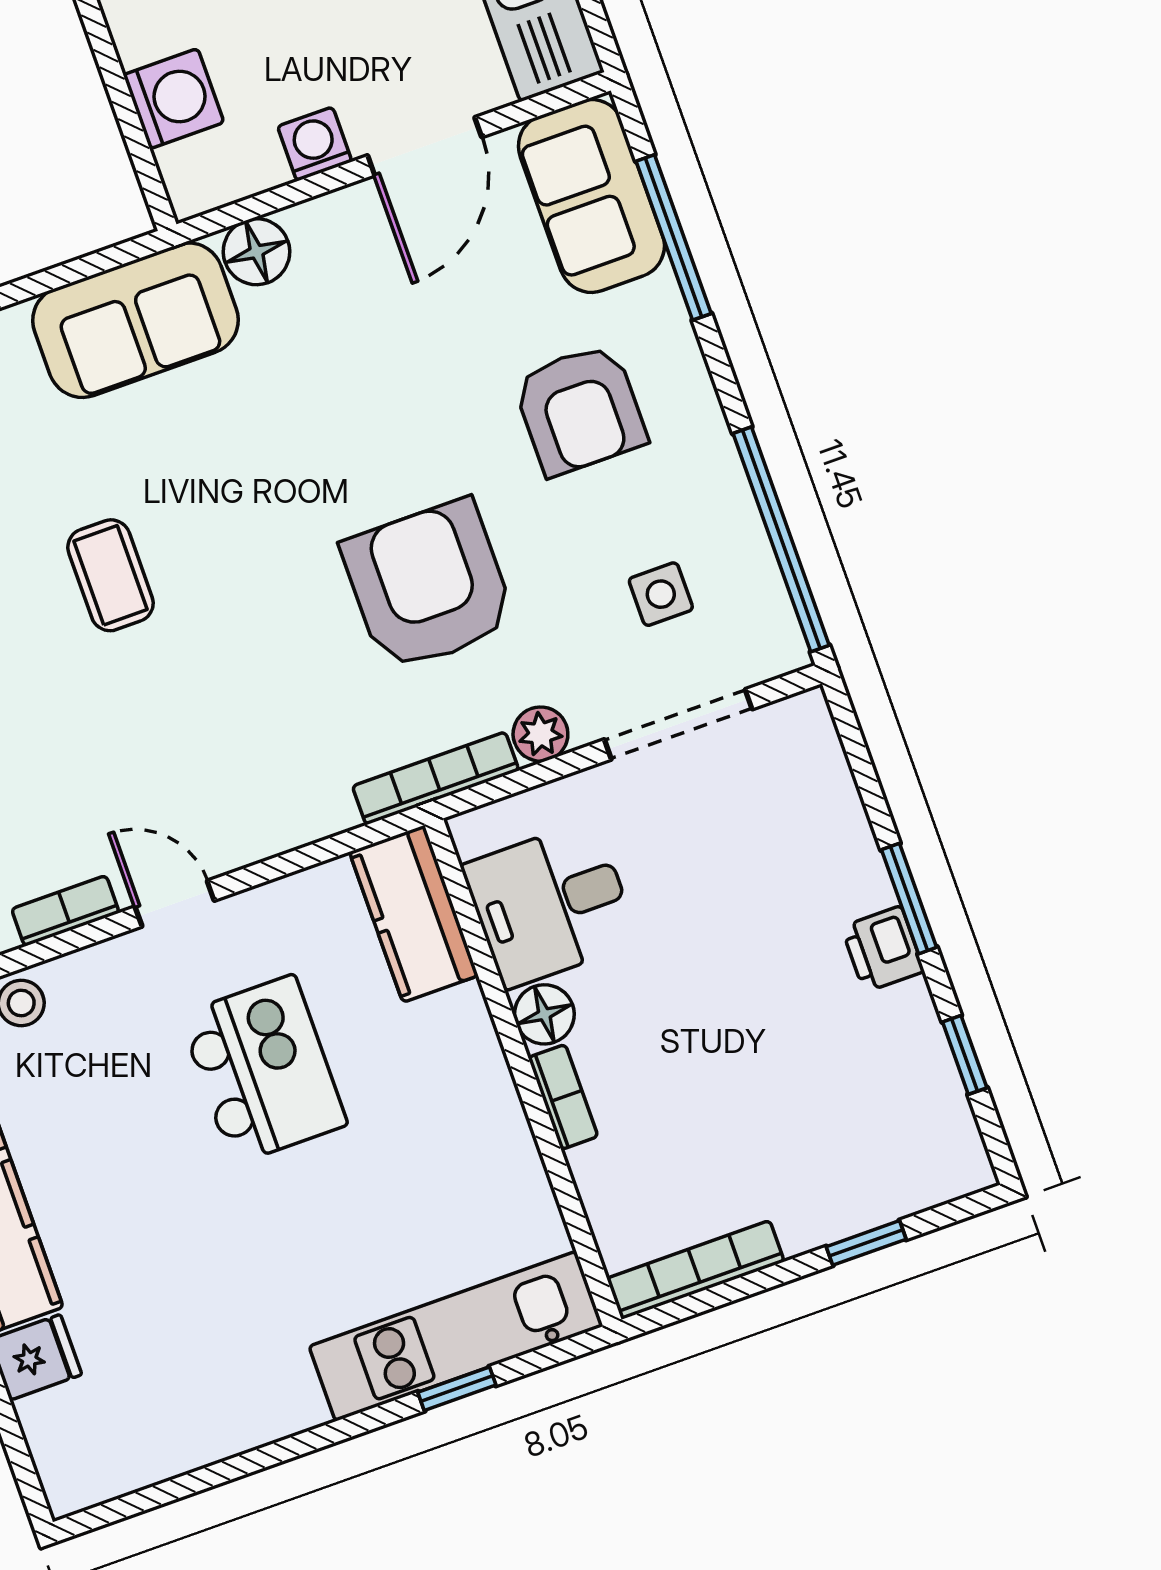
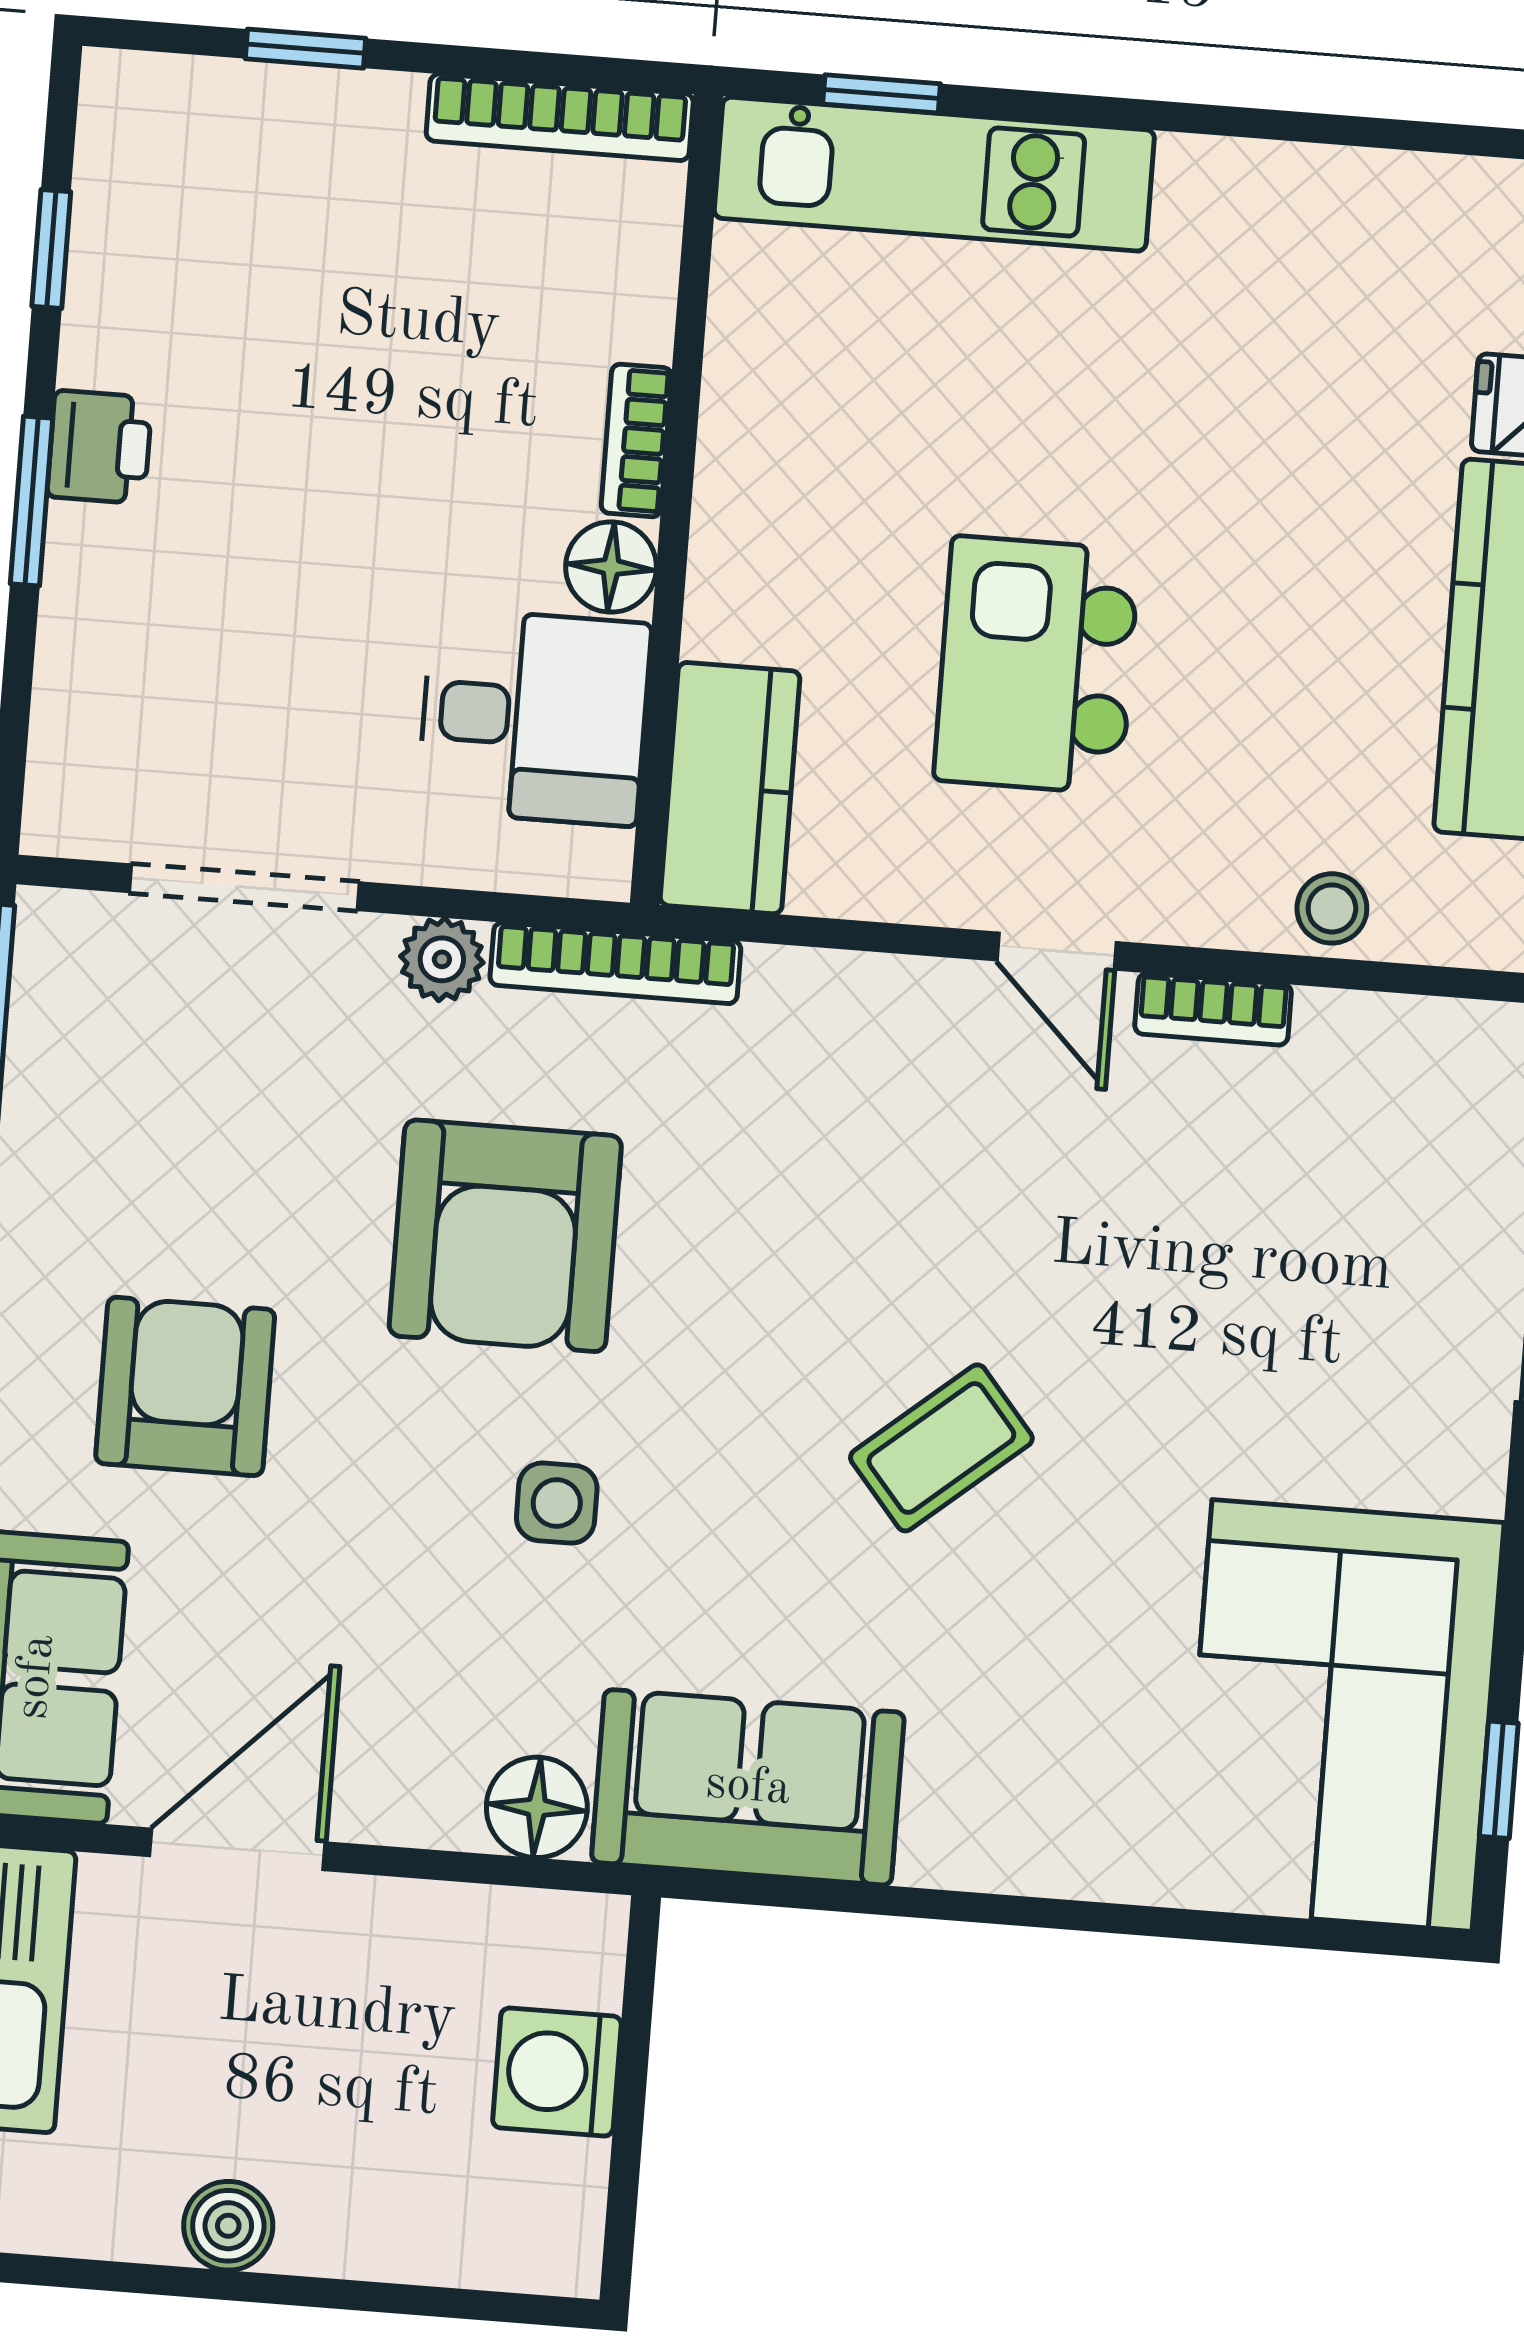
washing machine: (315, 144) -> (389, 1921), removed
coffee table: (111, 575) -> (941, 1448), turned 50
side table: (661, 594) -> (557, 1503), moved
window: (457, 1389) -> (882, 94), moved

